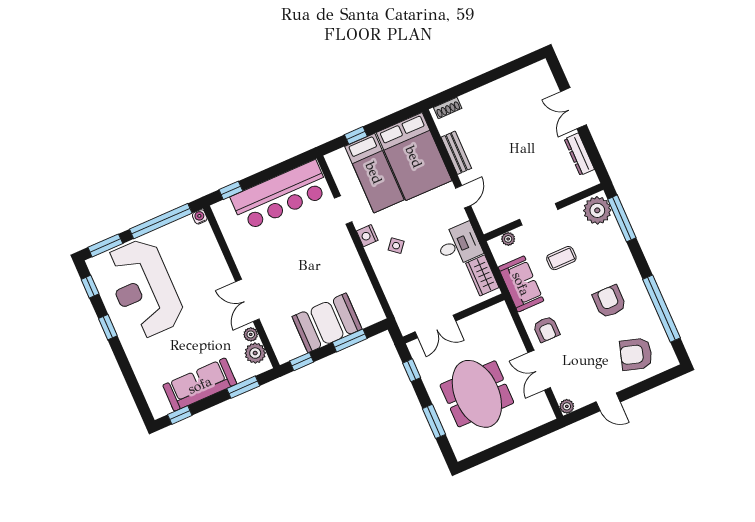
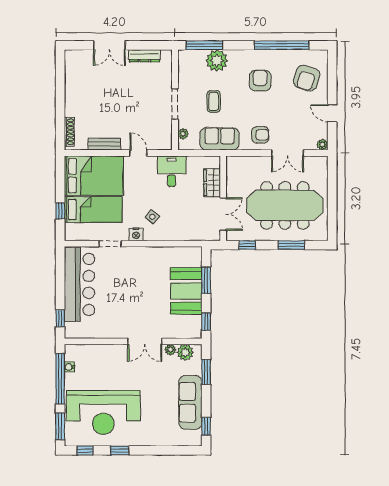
shoe rack: (448, 108) -> (69, 132), width x1.43
plant: (597, 210) -> (217, 60), moved
water cooler: (200, 217) -> (69, 367), moved
wardrobe: (482, 275) -> (212, 183), moved, turned 90
armchair: (609, 302) -> (260, 81), turned 90
meeting table: (477, 394) -> (285, 205), width x1.36
door: (608, 402) -> (332, 113), swing flipped

